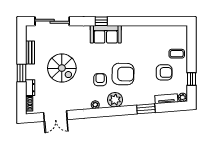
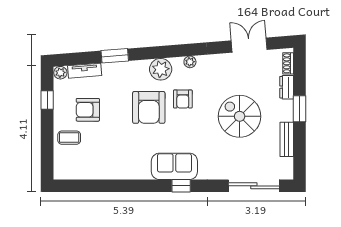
armchair: (123, 74) -> (149, 107), turned -91

